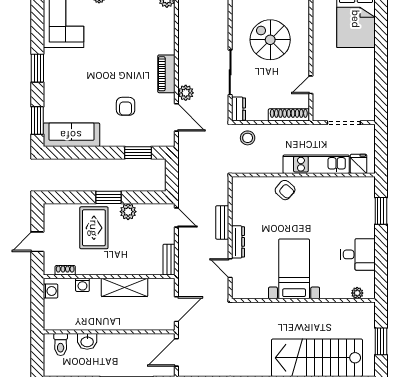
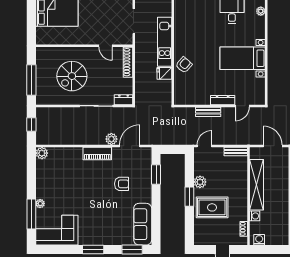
stool: (248, 138) -> (145, 93), removed
fridge: (359, 164) -> (164, 73), moved
shelving: (124, 287) -> (256, 185), width x1.47

